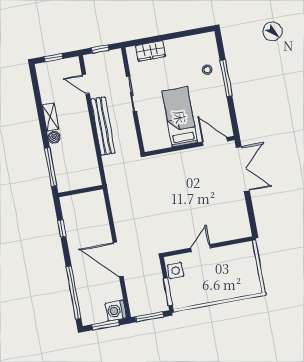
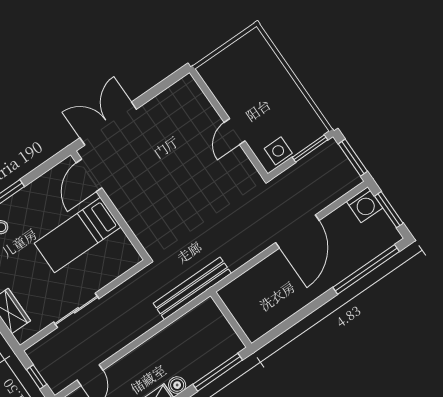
bench: (103, 126) -> (192, 288), moved
window: (62, 228) -> (290, 322), removed
door: (201, 248) -> (235, 132), hinge flipped

